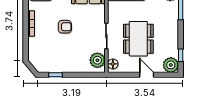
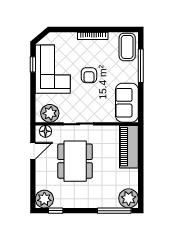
dining table: (138, 39) -> (75, 161), turned 90
corner sofa: (60, 58) -> (53, 69), added
door: (147, 75) -> (33, 151), moved

